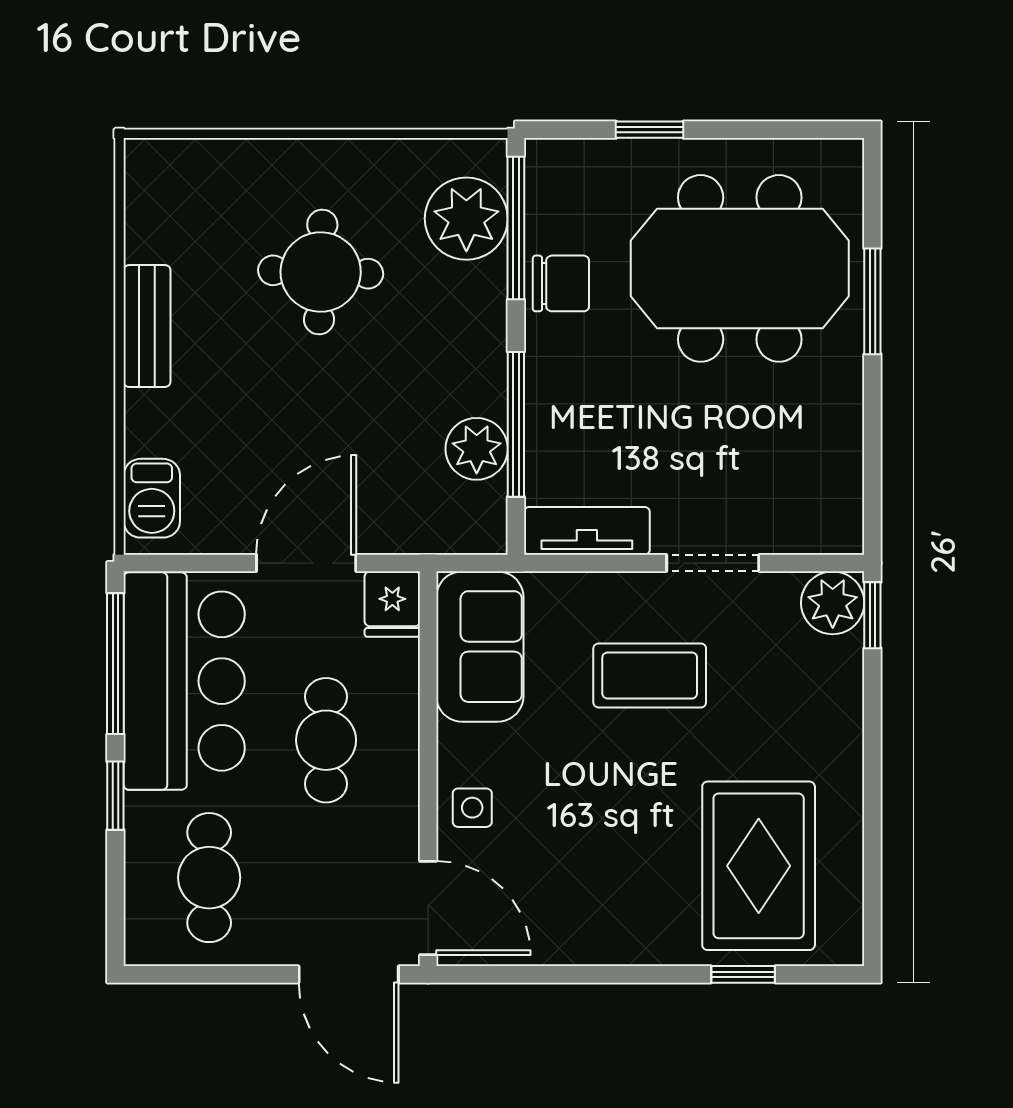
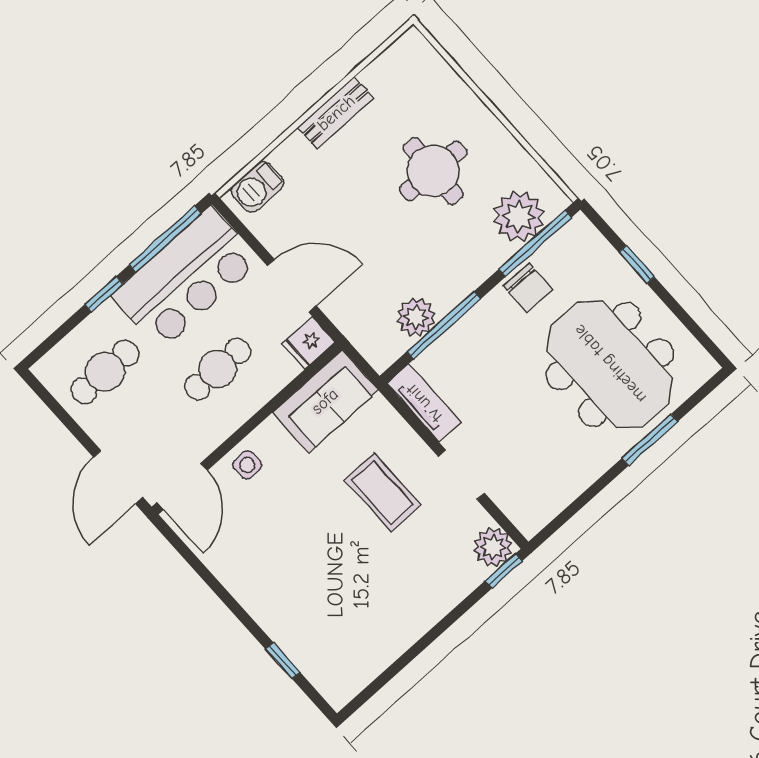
rug: (759, 866) -> (340, 622), removed

